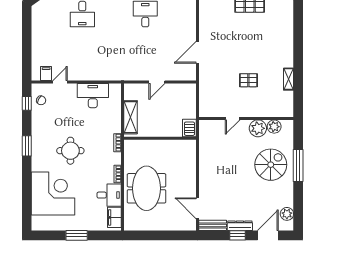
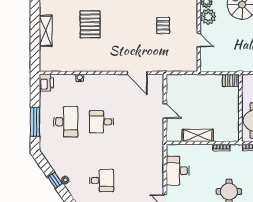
server rack: (189, 128) -> (231, 80), moved
wall: (160, 138) -> (240, 108), moved

